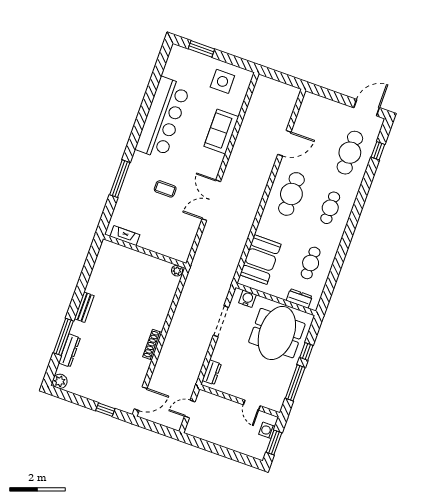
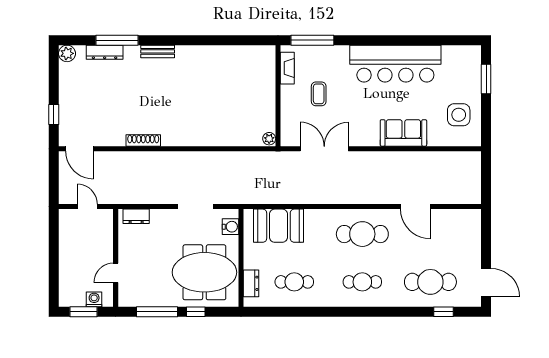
fireplace: (125, 236) -> (287, 68), moved
wall: (145, 251) -> (278, 96), moved
plant: (177, 271) -> (269, 139), moved

